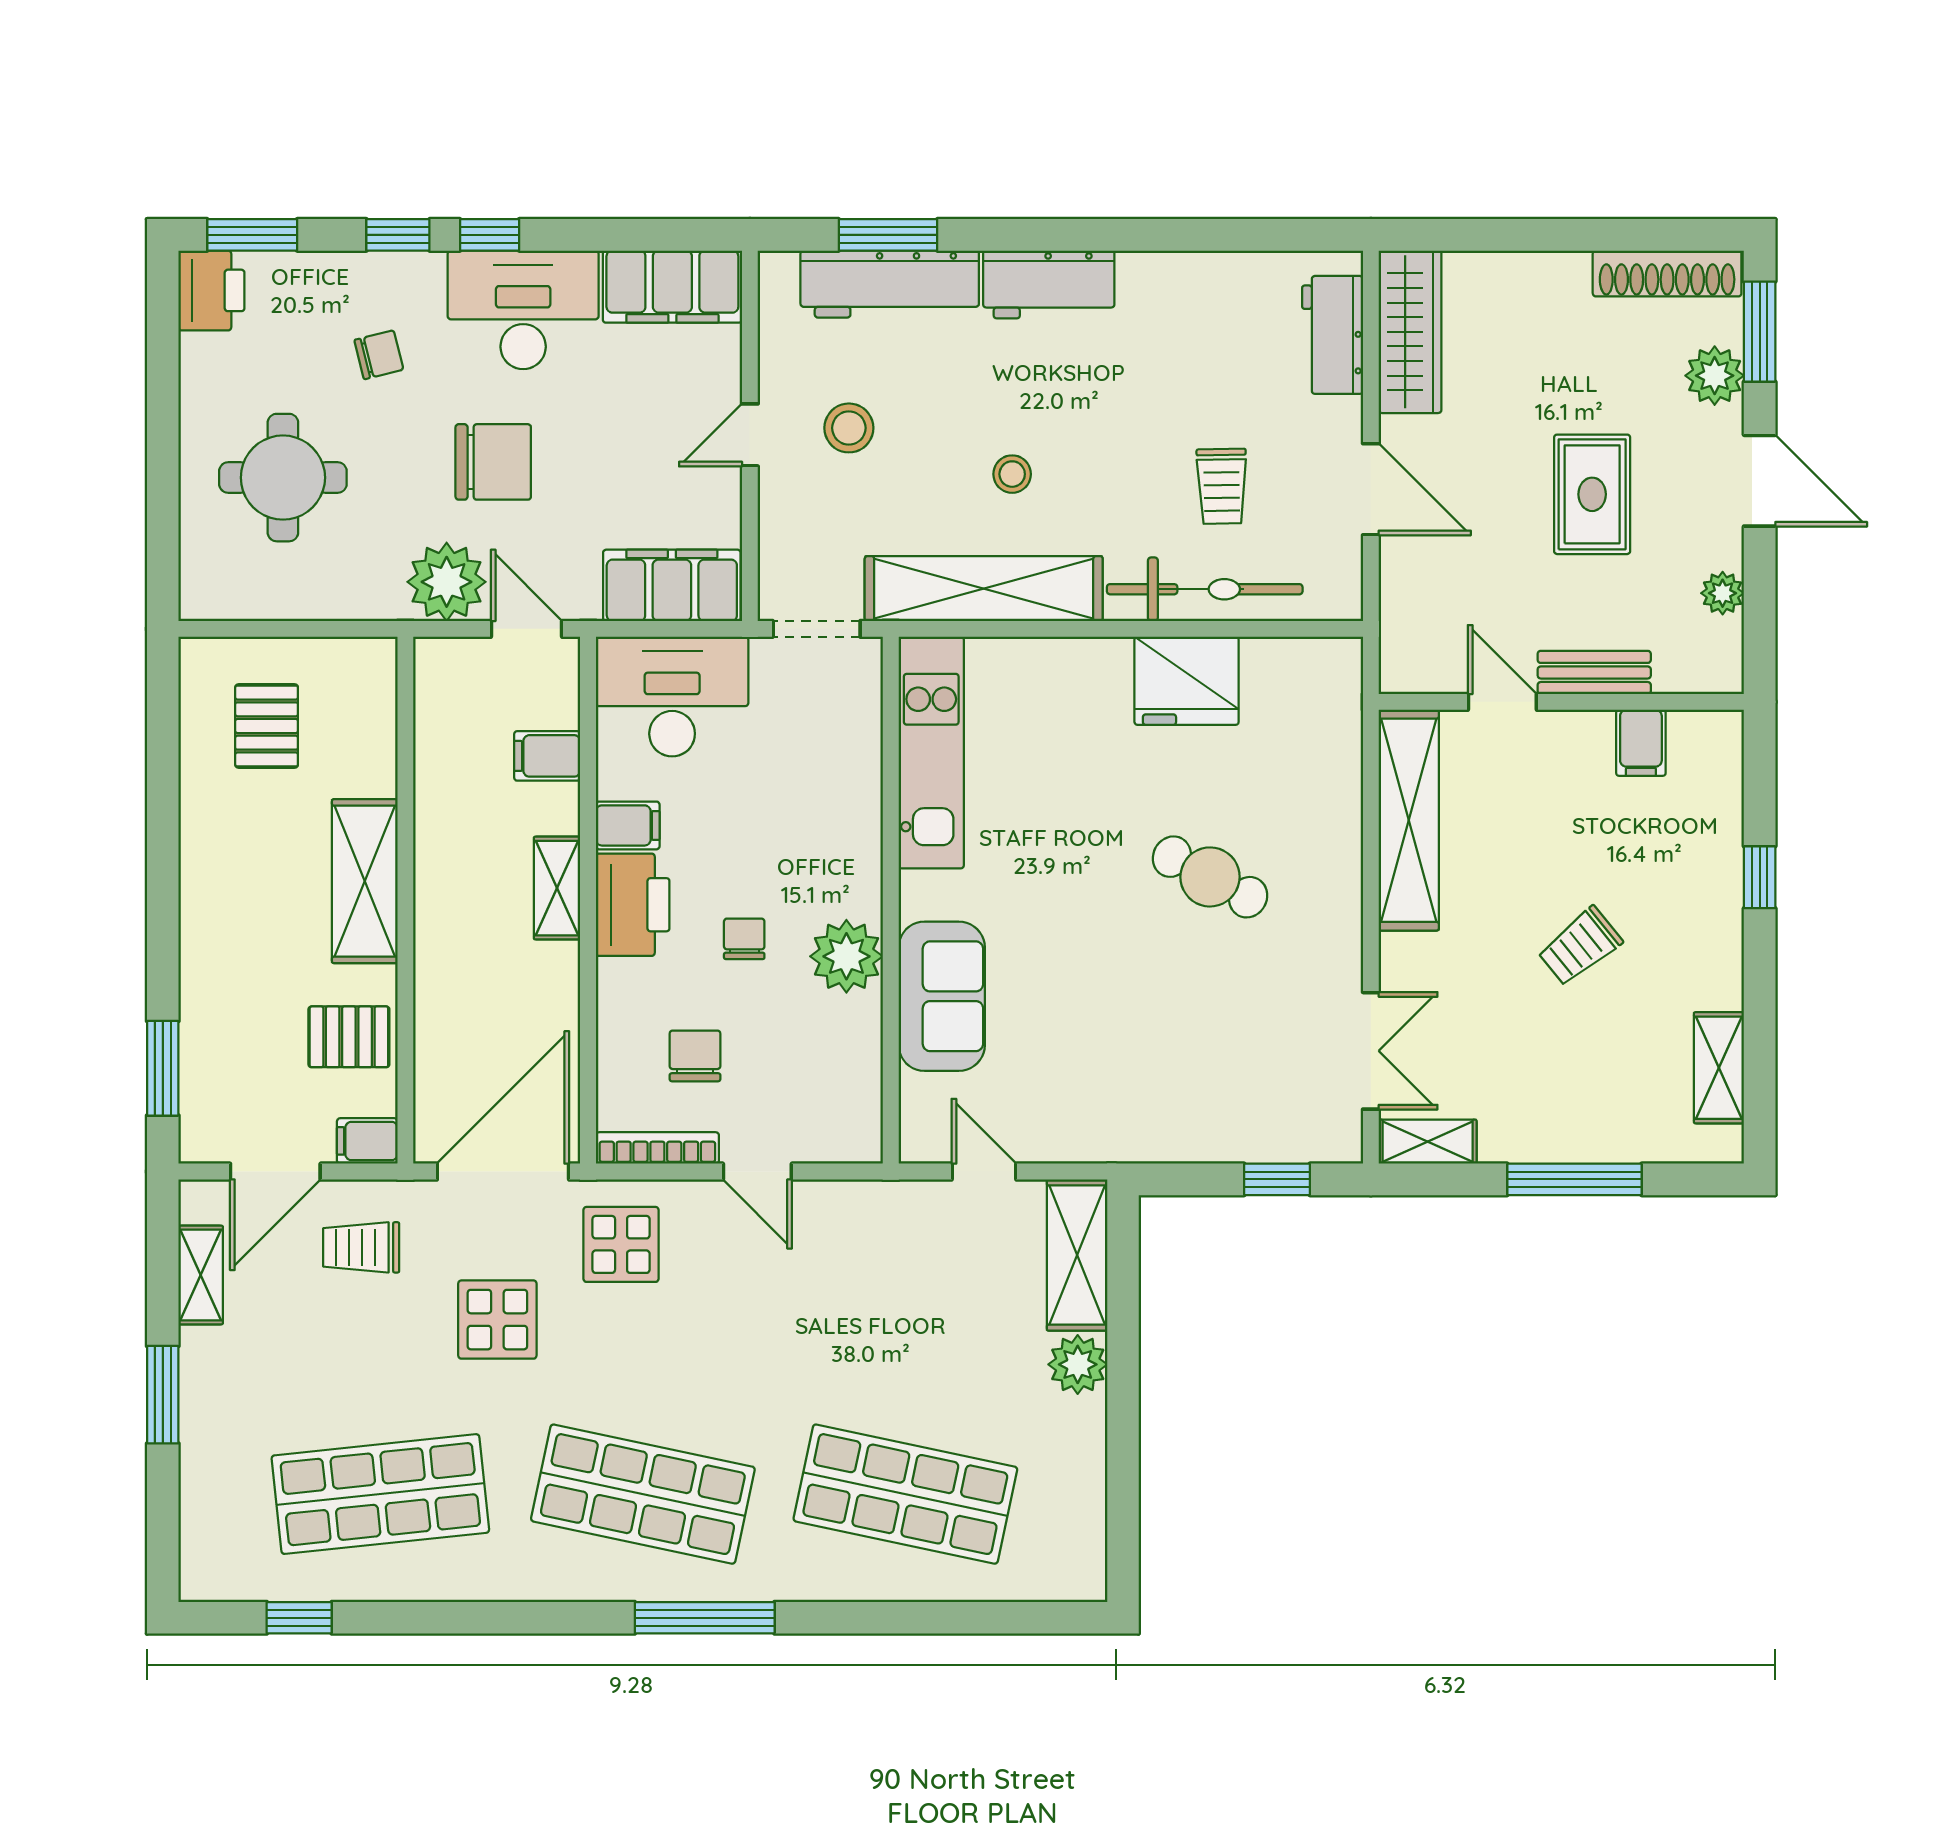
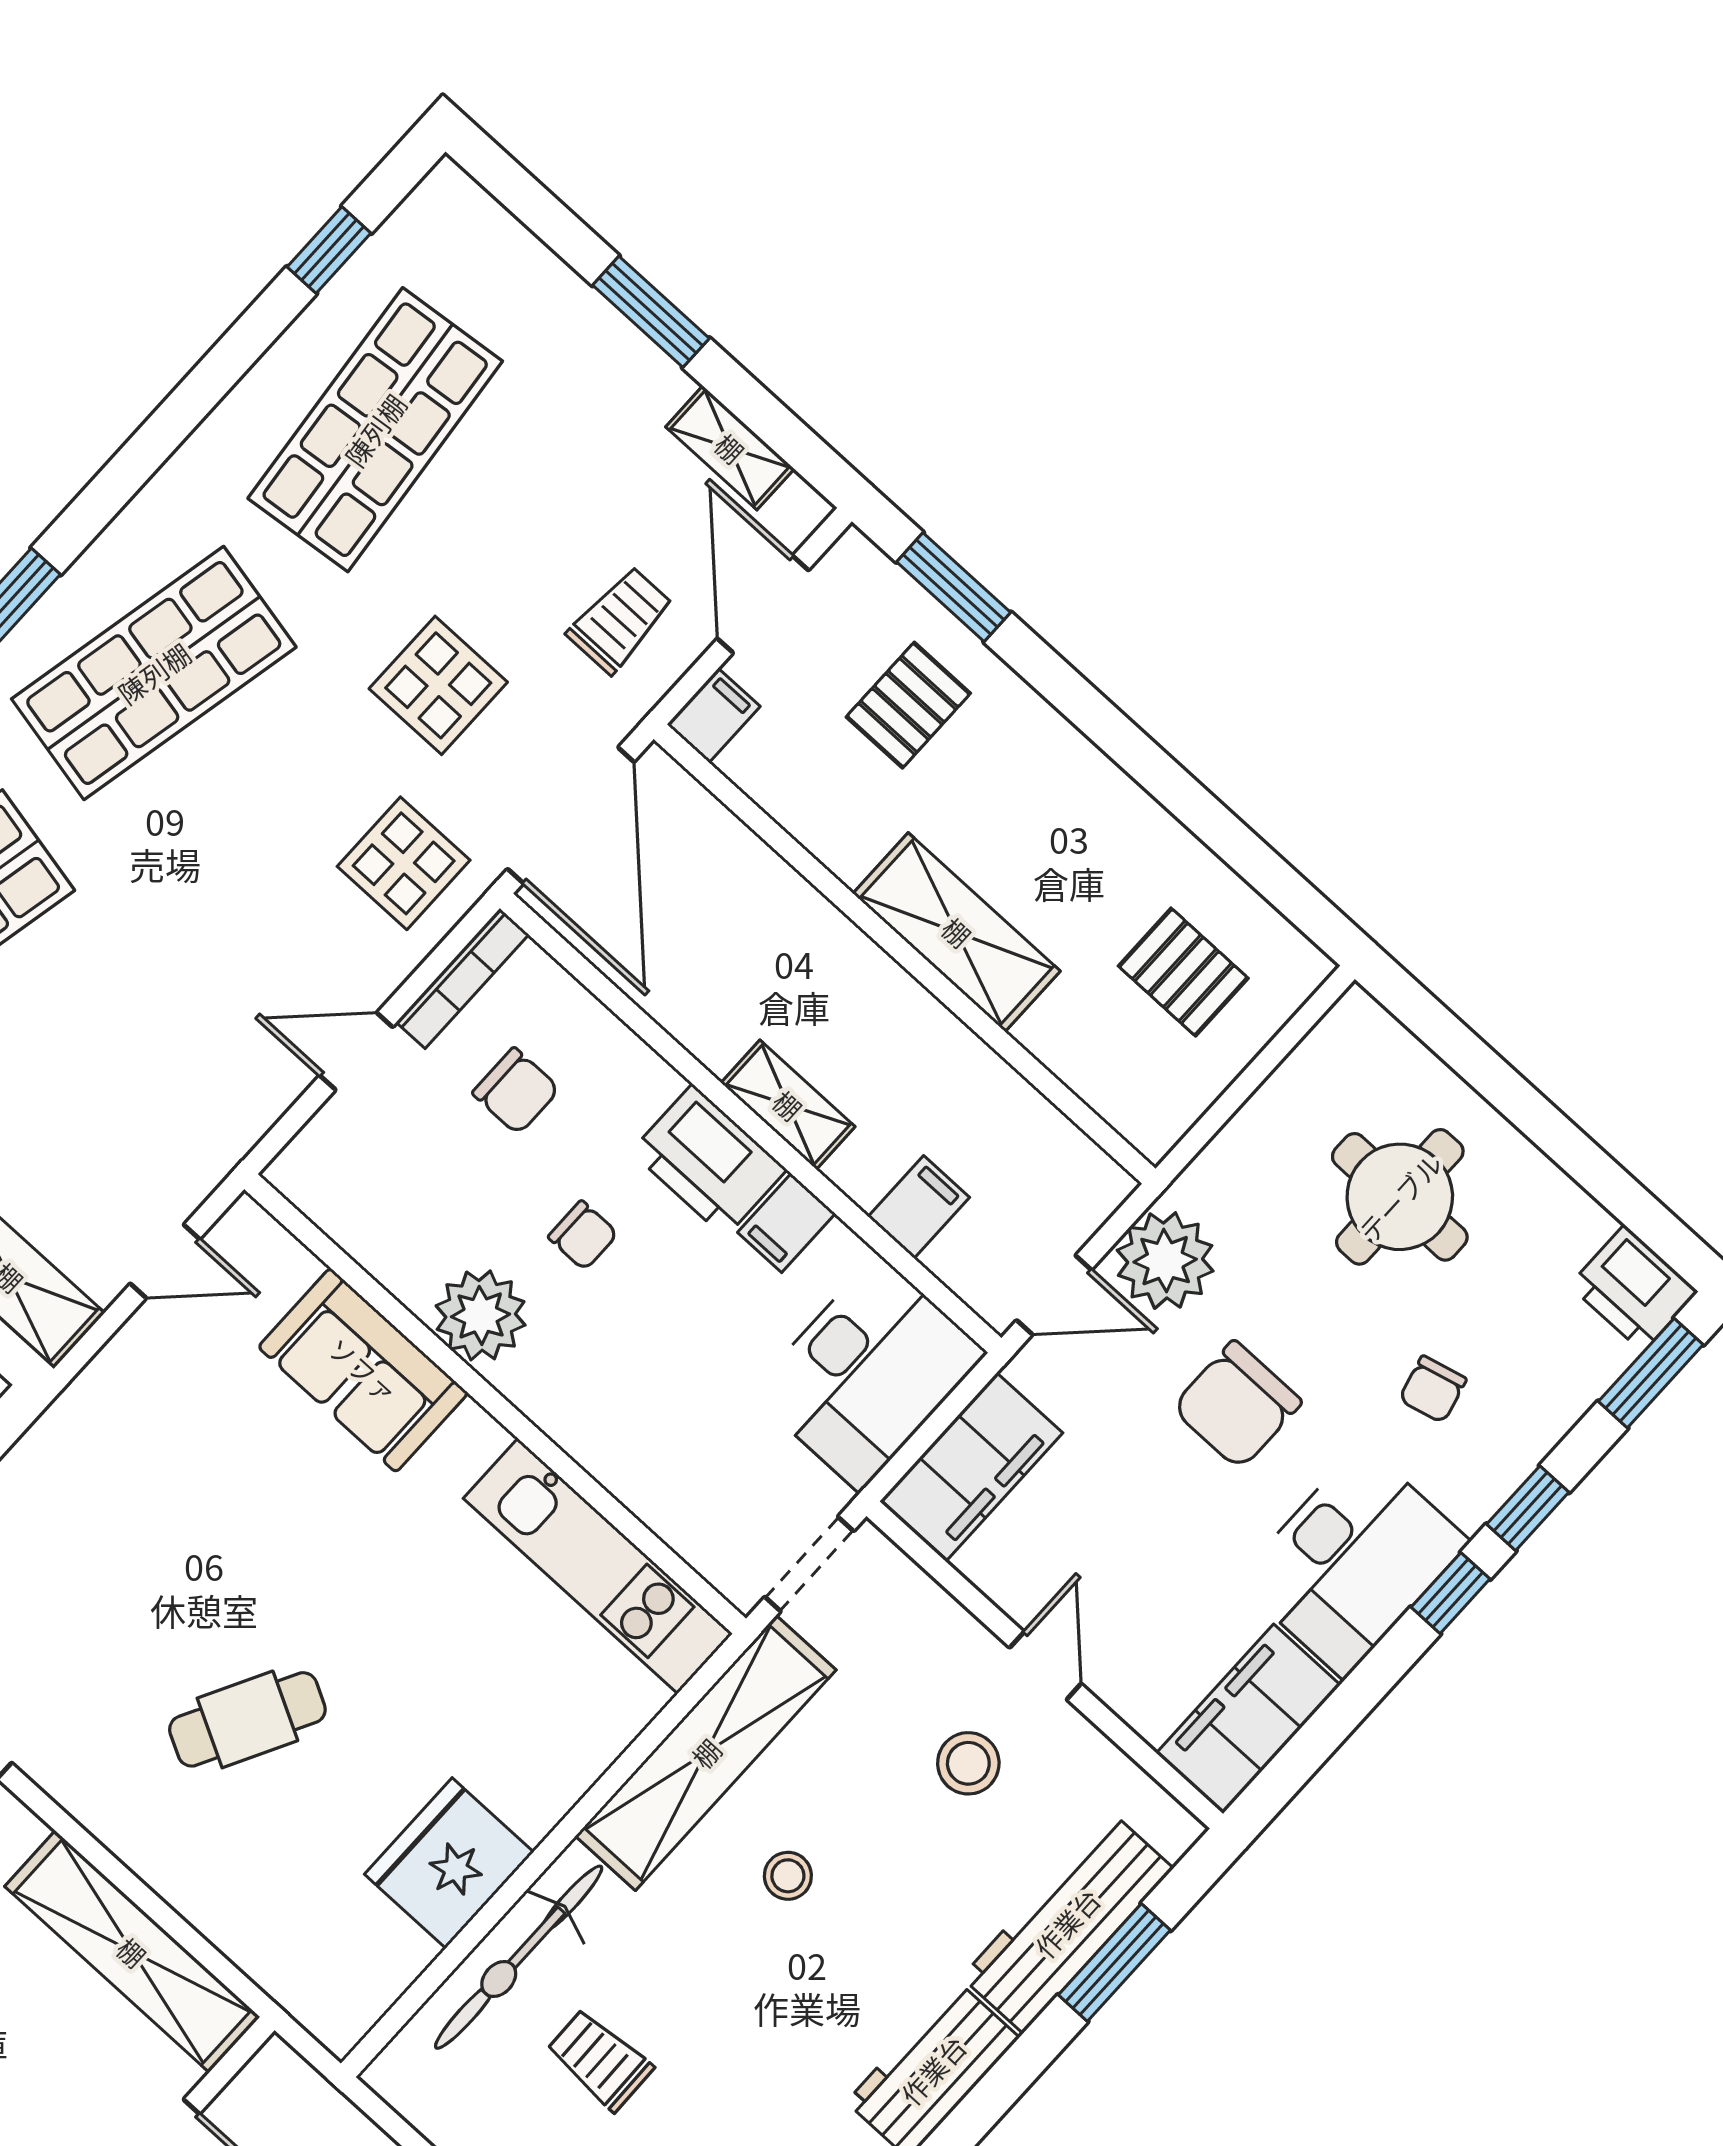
pallet: (349, 1037) -> (908, 705), moved

